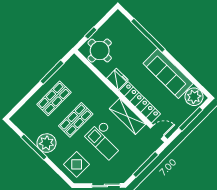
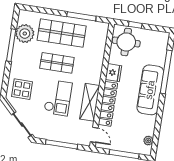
sofa: (168, 73) -> (150, 90), moved
plant: (194, 97) -> (148, 141), width x0.53, depth x0.53
shop shelf: (54, 98) -> (62, 33), width x1.43, depth x1.36
checkout: (105, 140) -> (58, 98), turned 180
plant: (47, 143) -> (25, 34), moved

